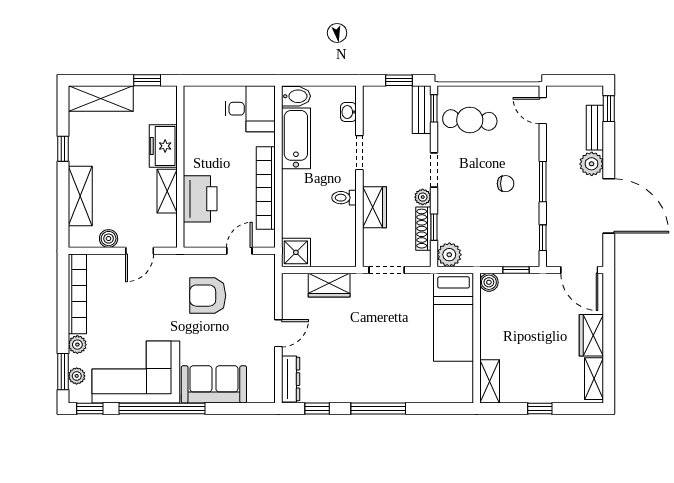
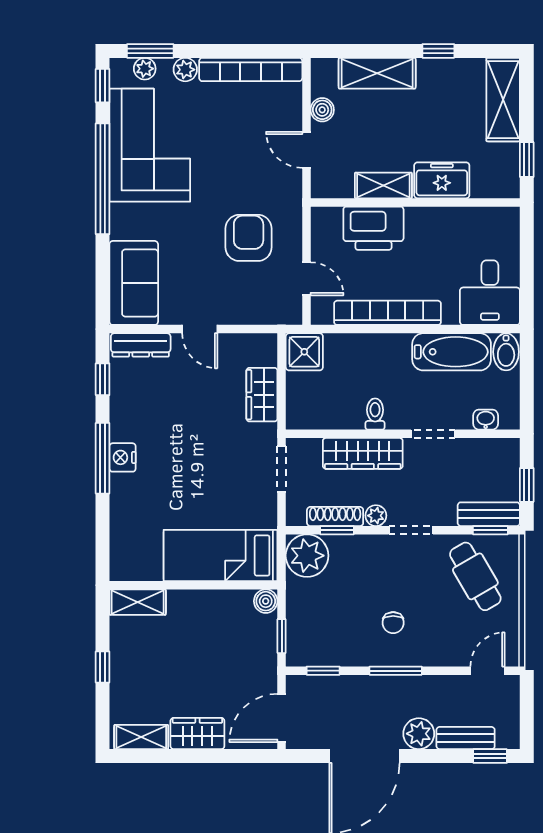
cafe table: (470, 120) -> (475, 576), turned -34
wardrobe: (375, 207) -> (363, 453), width x1.50
plant: (449, 255) -> (307, 556), width x1.36, depth x1.36
sofa: (214, 384) -> (134, 283), moved
nightstand: (378, 393) -> (123, 457), added

